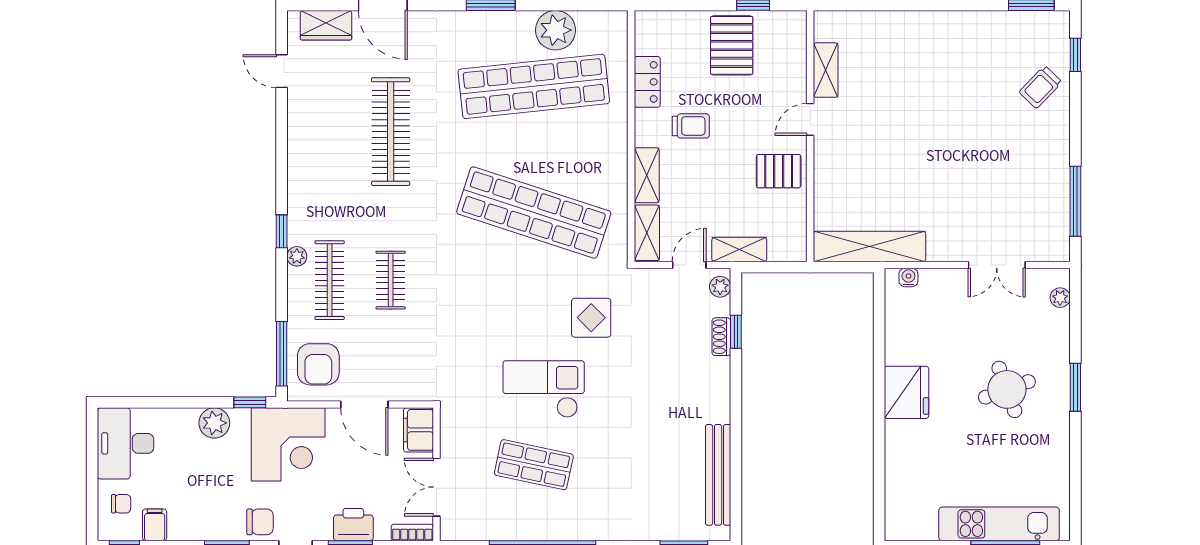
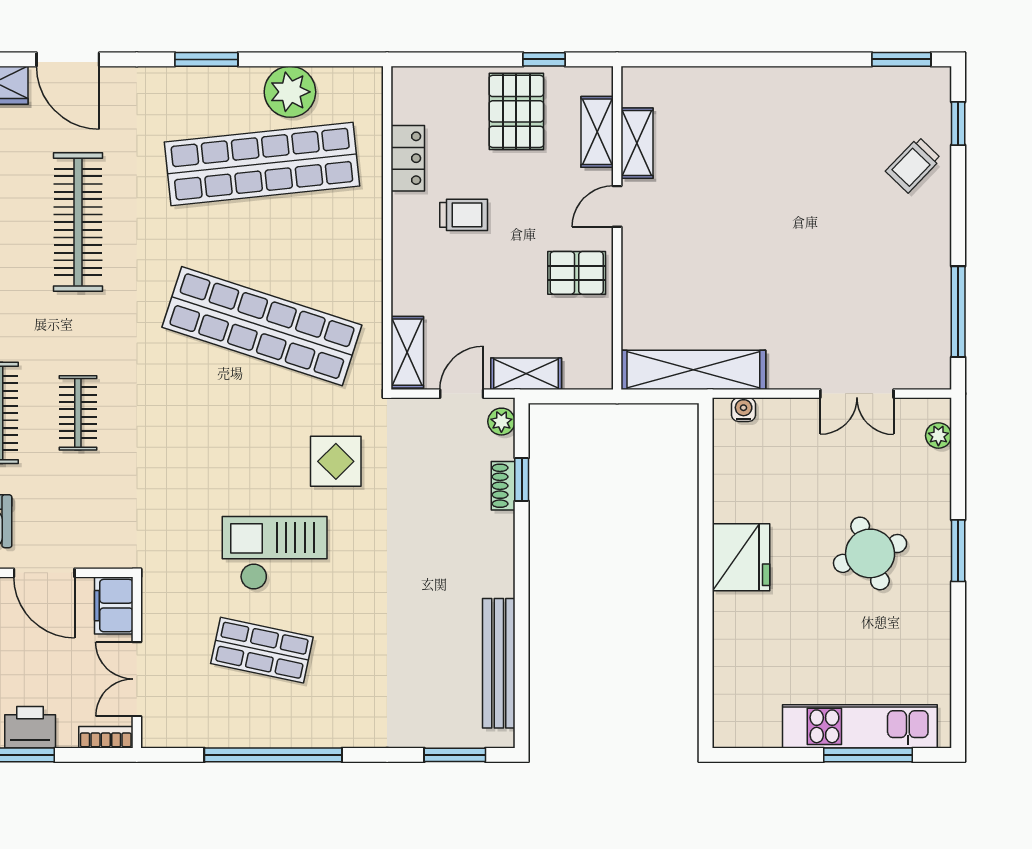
shelving: (647, 175) -> (597, 132), moved

